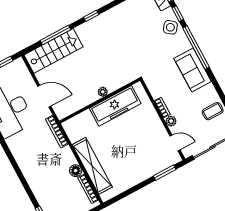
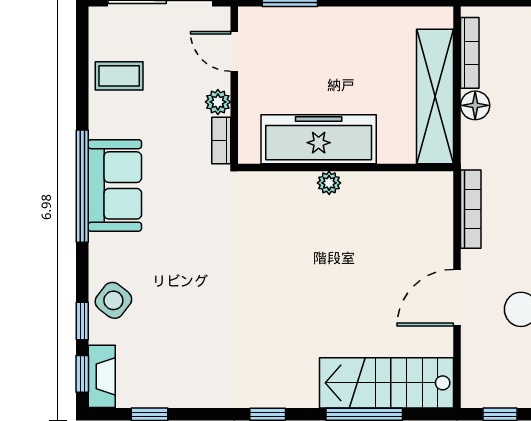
window: (196, 48) -> (82, 186), moved
plant: (103, 92) -> (329, 183), moved
door: (44, 96) -> (457, 298), hinge flipped
wall: (100, 101) -> (346, 168), moved
freezer: (115, 106) -> (319, 139), moved

